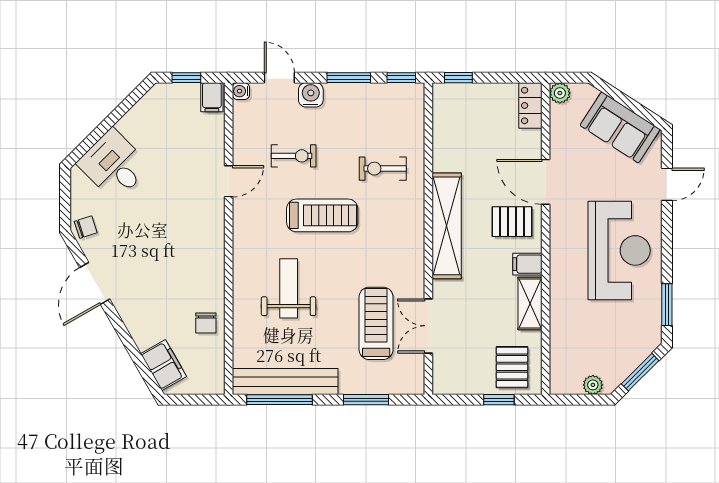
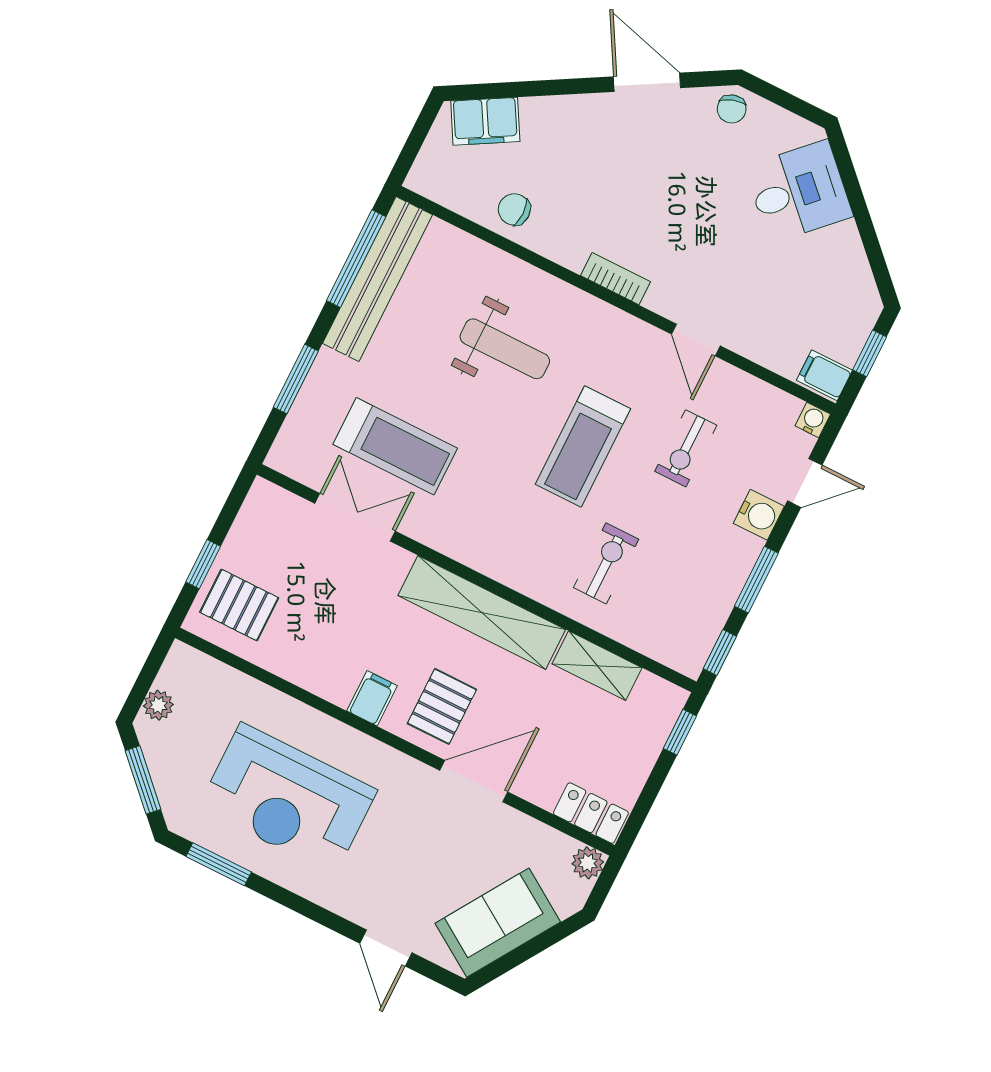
bookcase: (216, 245) -> (615, 279), added
reception desk: (619, 250) -> (288, 799), moved
shelving: (530, 304) -> (597, 666), moved

